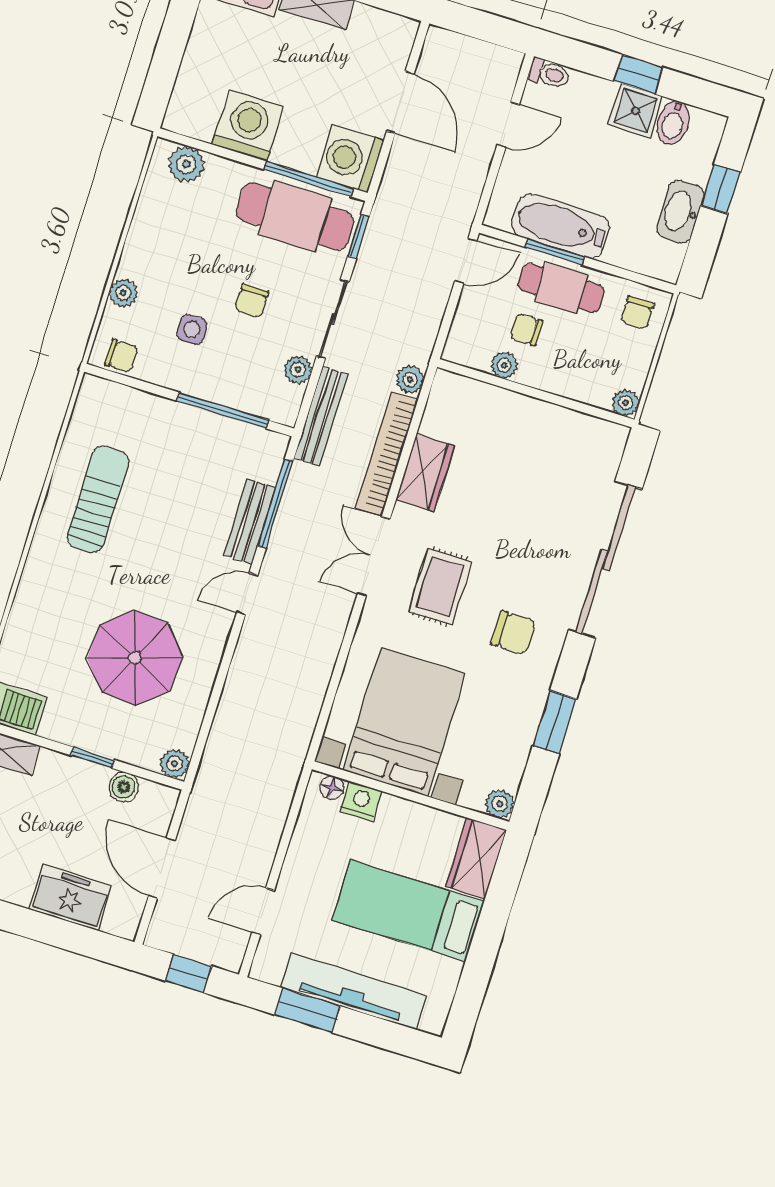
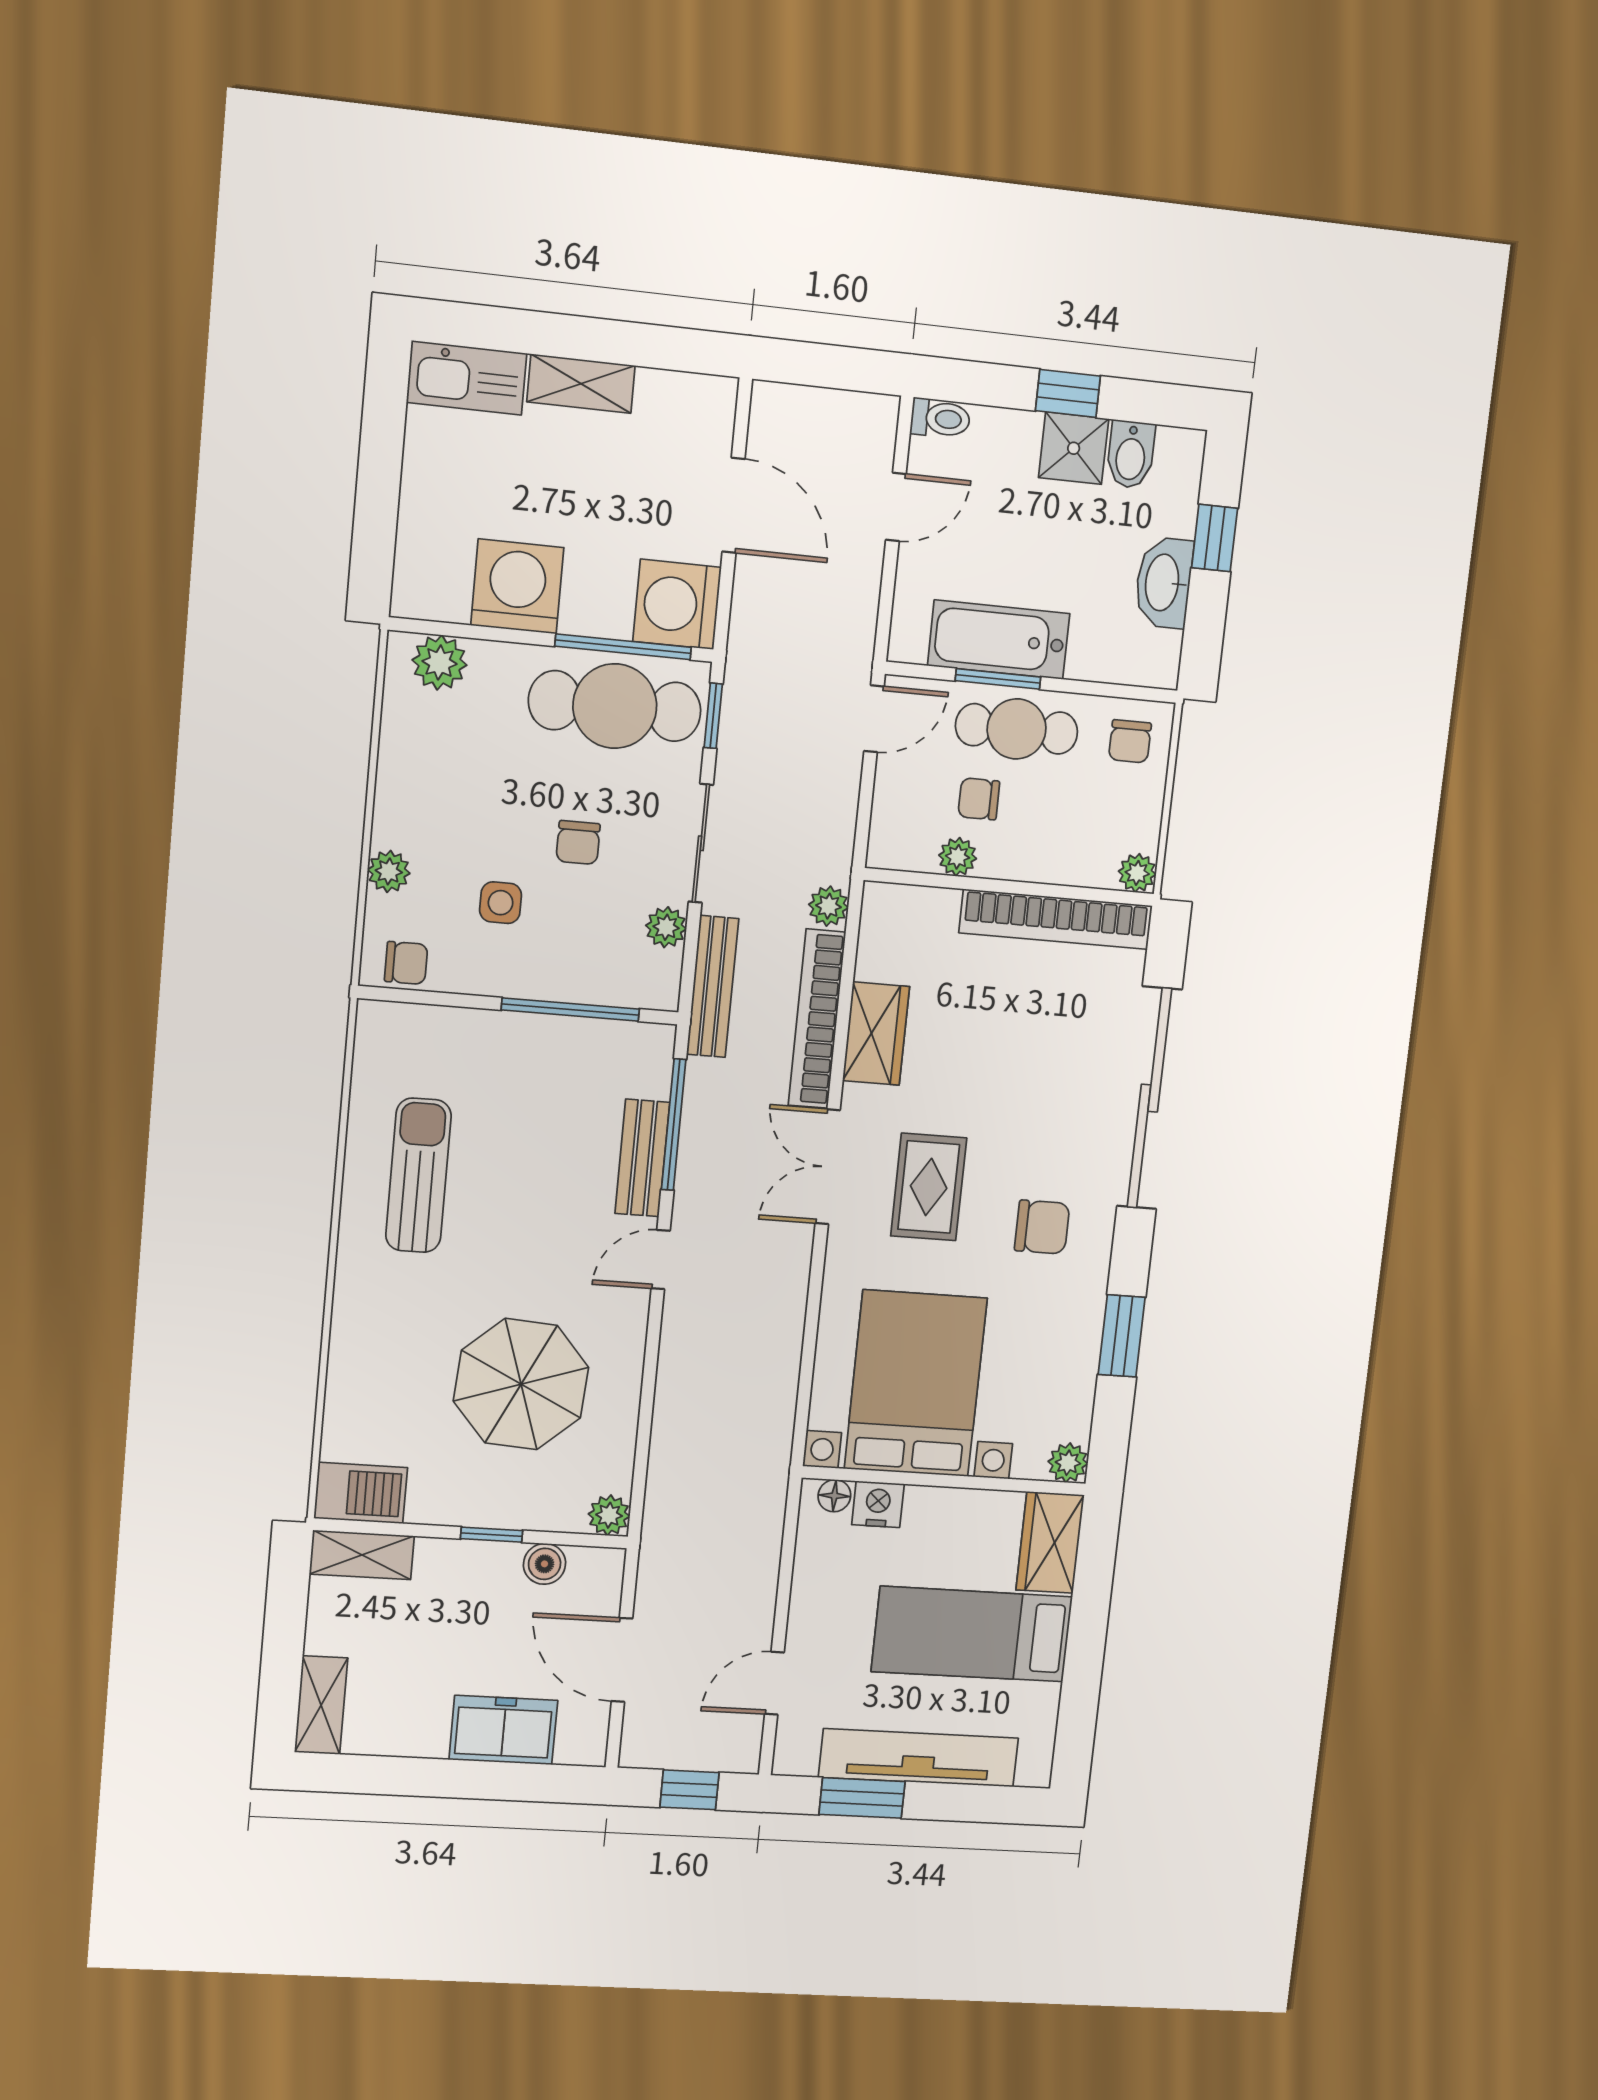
bookcase: (564, 422) -> (1056, 919), added

